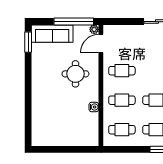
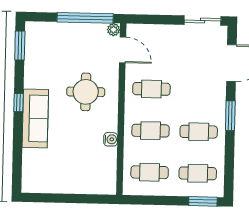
sofa: (52, 34) -> (35, 118), moved, turned -90
door: (101, 44) -> (123, 50), swing flipped
window: (28, 83) -> (19, 103), added

